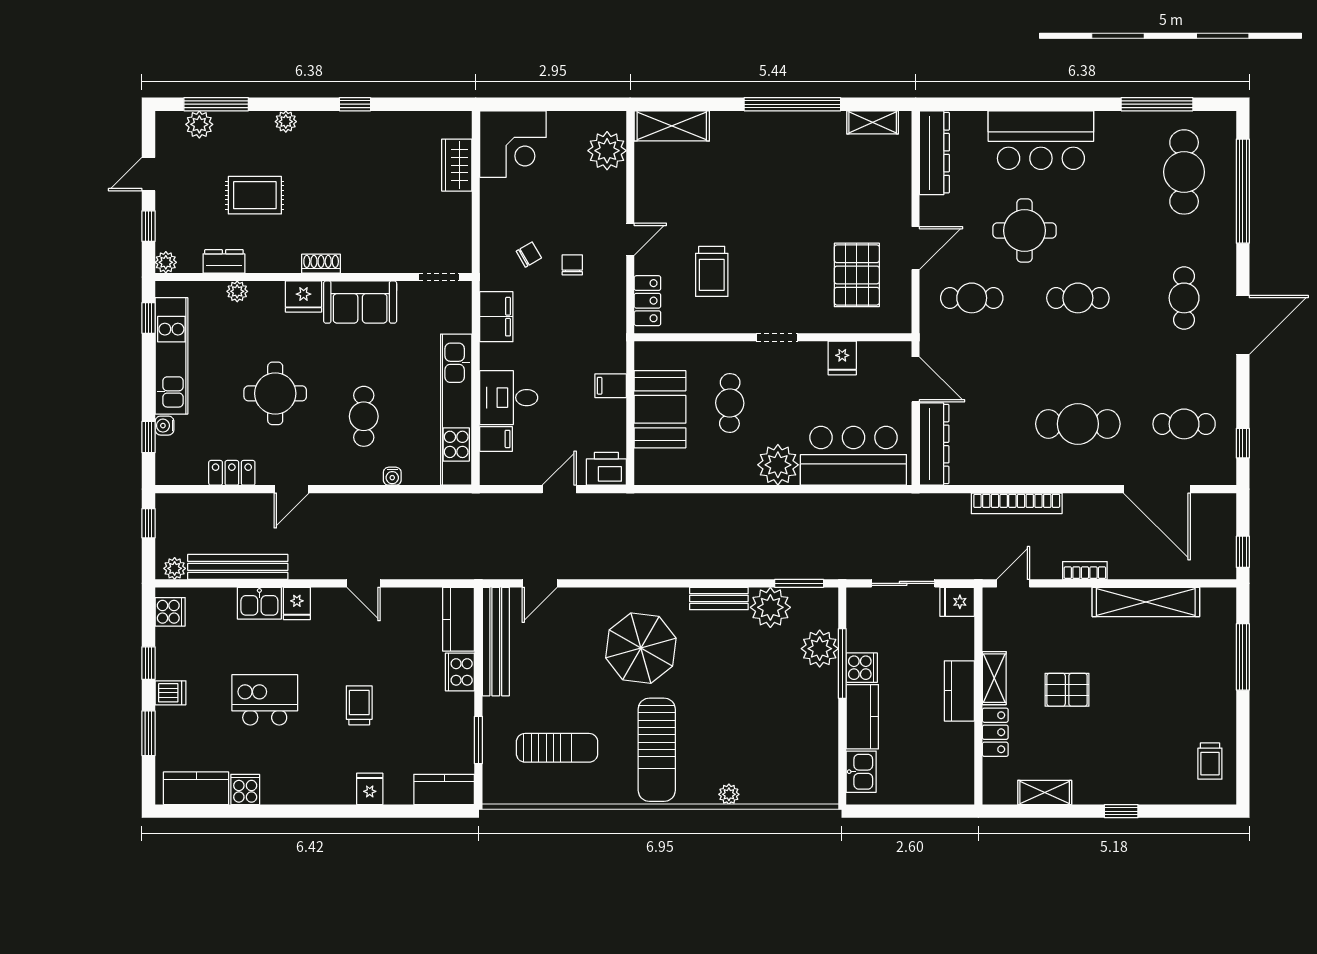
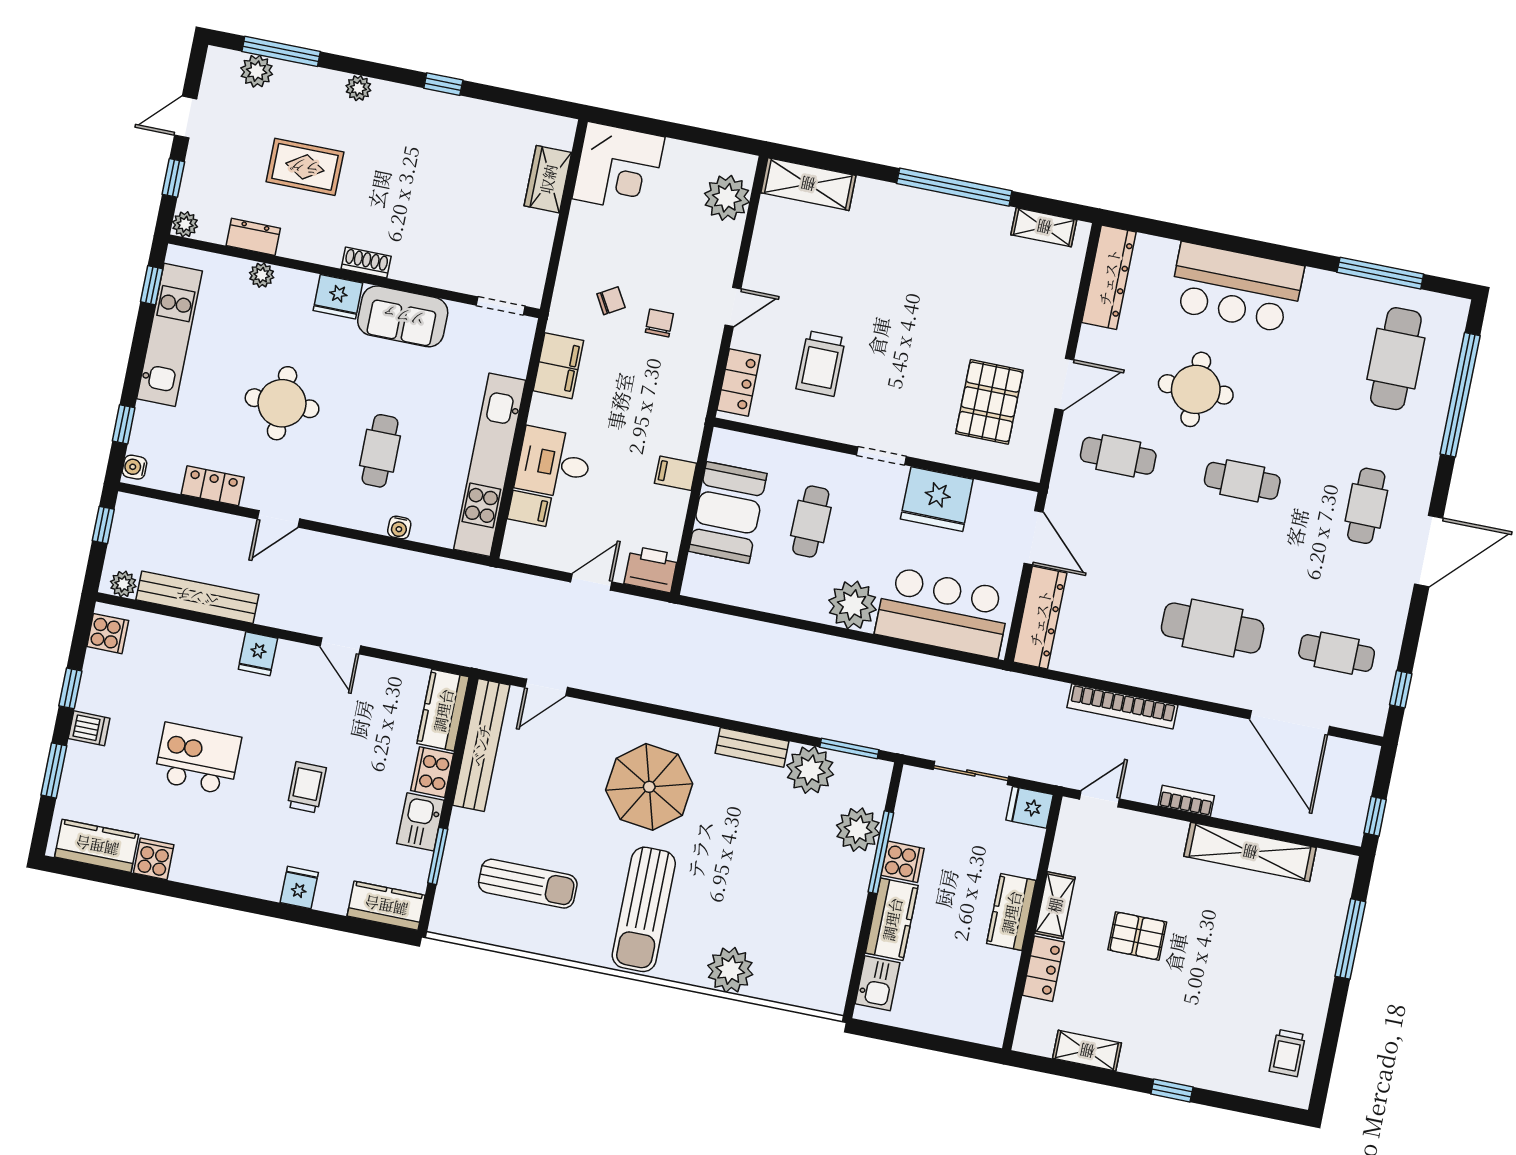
fridge: (842, 358) -> (937, 499), width x1.88, depth x1.34
water cooler: (164, 426) -> (134, 467), moved
kitchen sink: (259, 603) -> (420, 822), moved, turned 90
plant: (729, 794) -> (730, 970), width x1.88, depth x1.88

